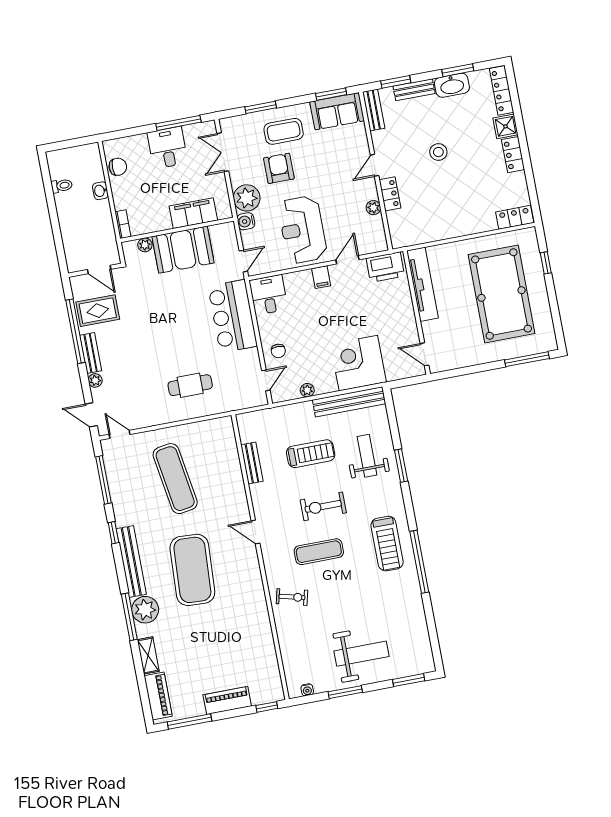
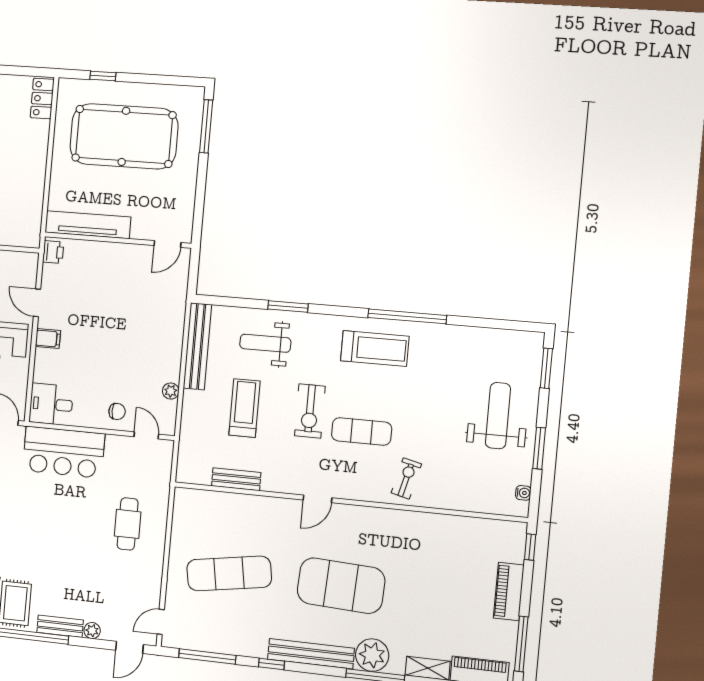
printer: (385, 267) -> (53, 252), width x0.53, depth x0.68
corner desk: (358, 363) -> (156, 323), removed
exercise mat: (319, 552) -> (362, 431), turned 90

